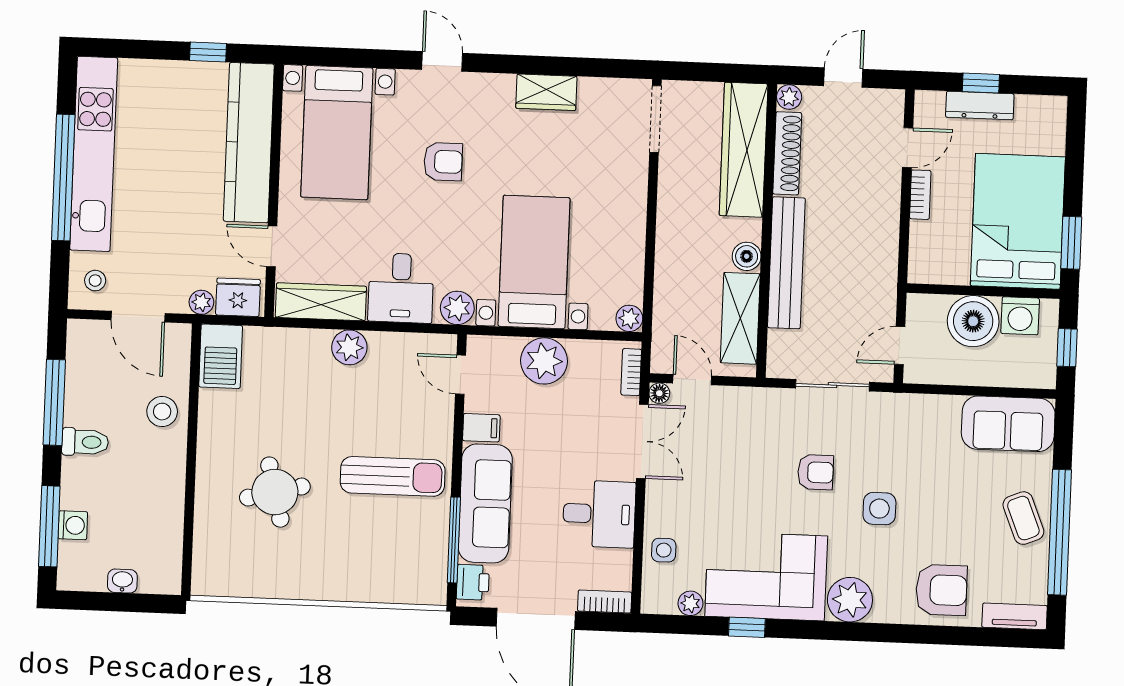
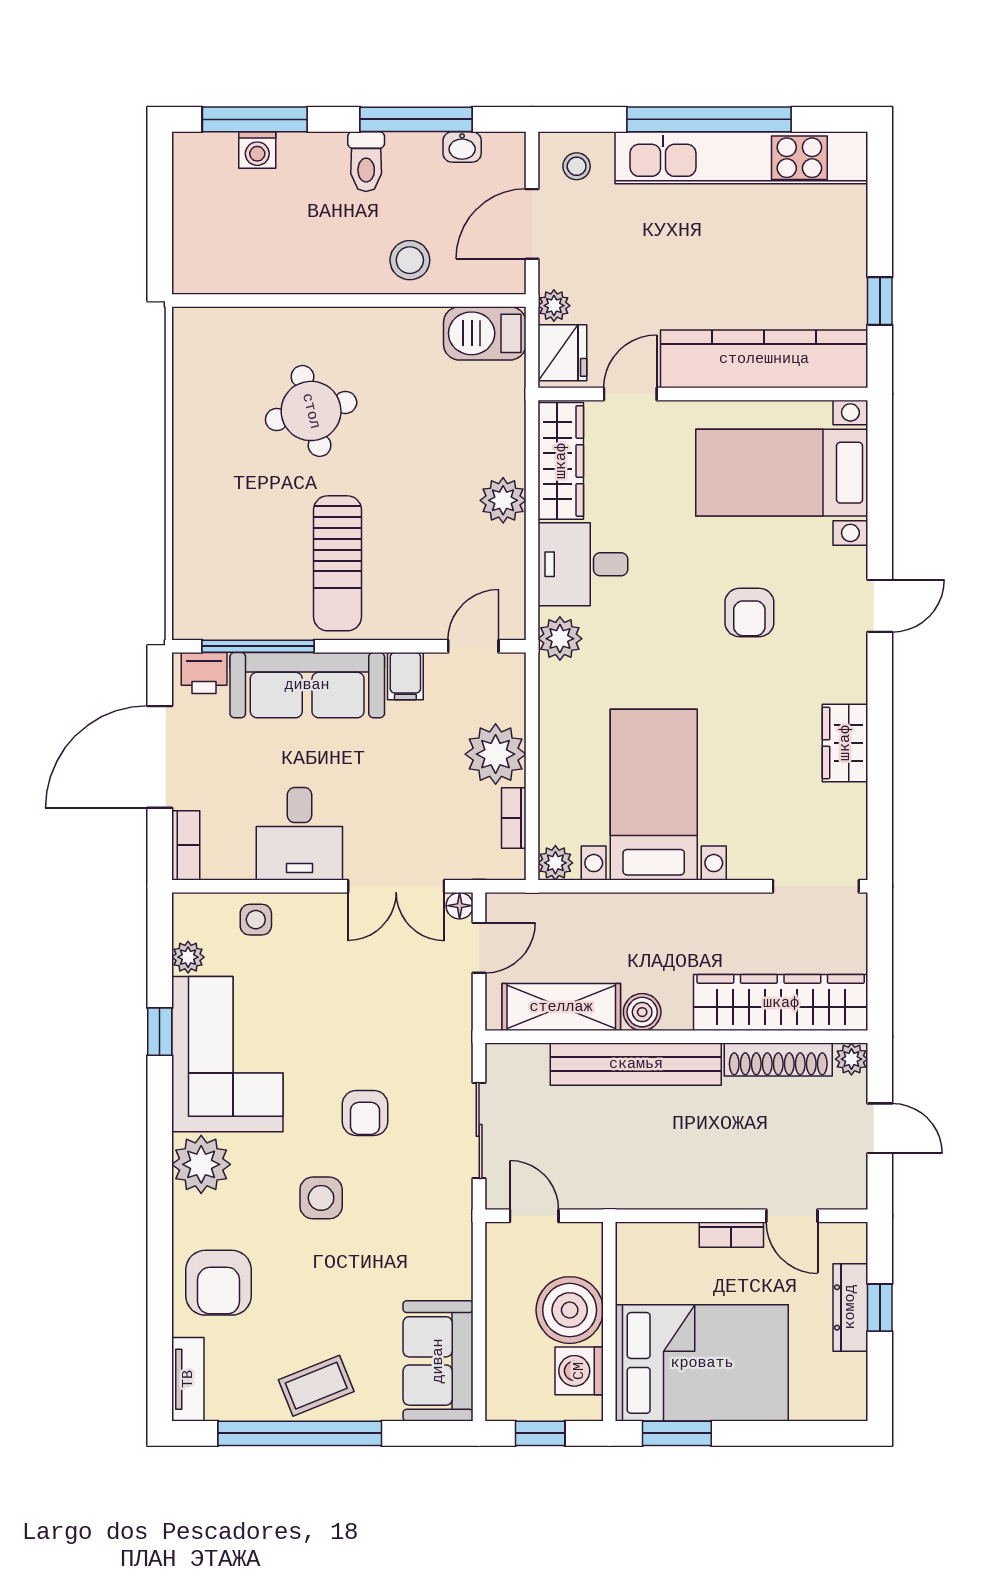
bed with nightstands: (534, 262) -> (654, 795), moved, turned -90
bookcase: (631, 372) -> (514, 818), moved, turned -90
washbasin: (122, 581) -> (462, 147), moved, turned 90

